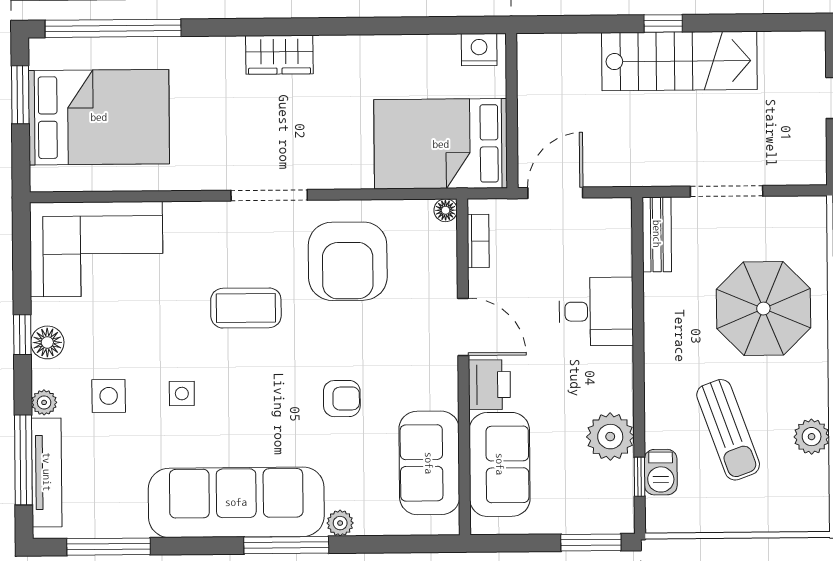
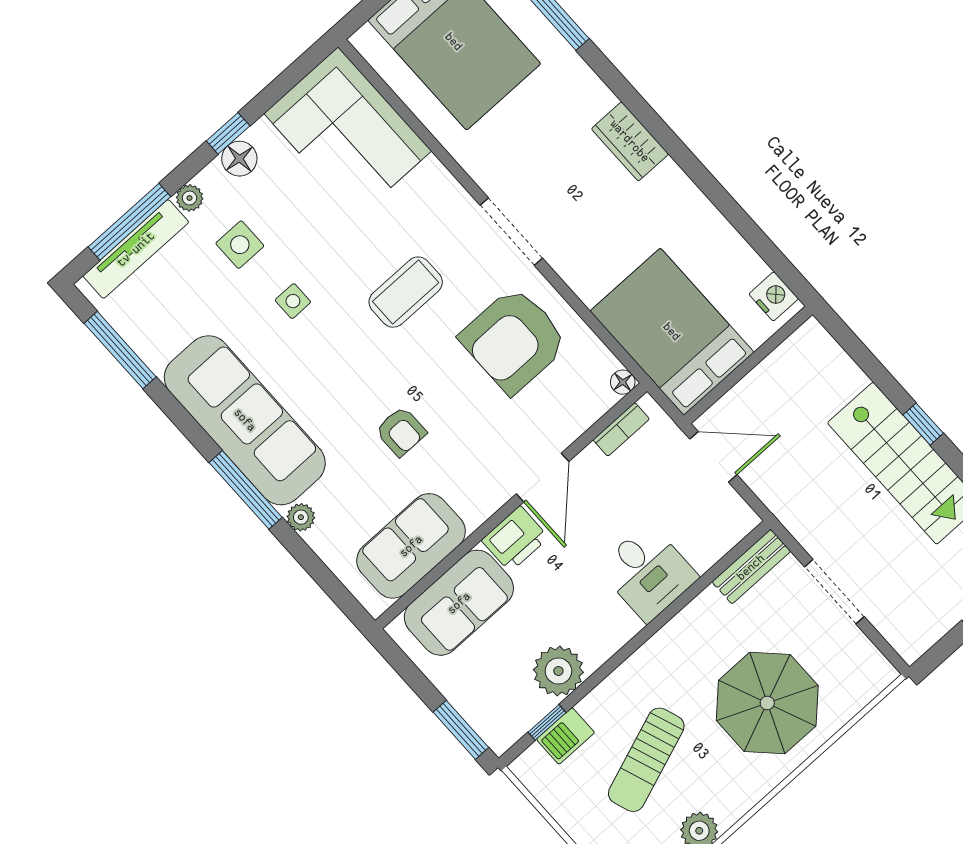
coffee table: (246, 308) -> (406, 292), turned 90

